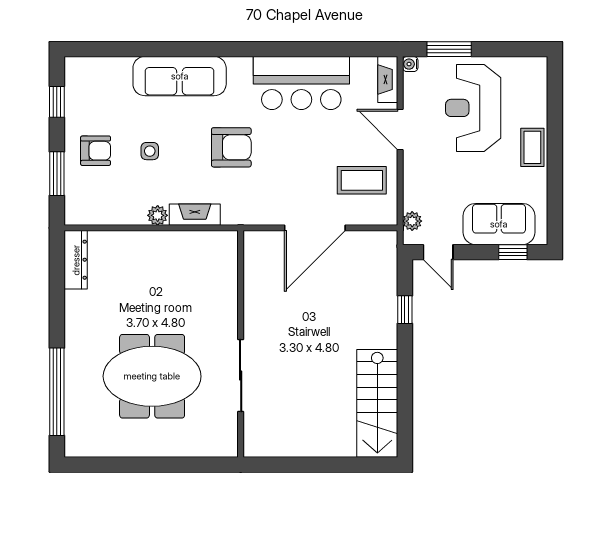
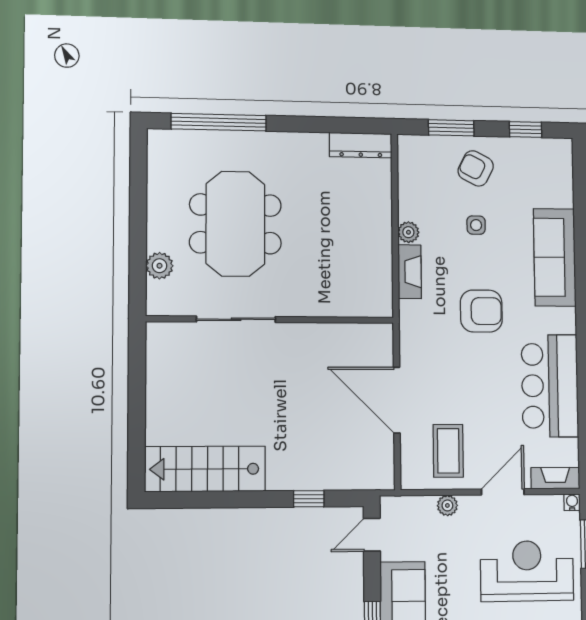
armchair: (231, 147) -> (481, 311), turned -90
armchair: (96, 151) -> (476, 168), turned 117
plant: (412, 221) -> (447, 505), moved
plant: (192, 445) -> (160, 266), added

